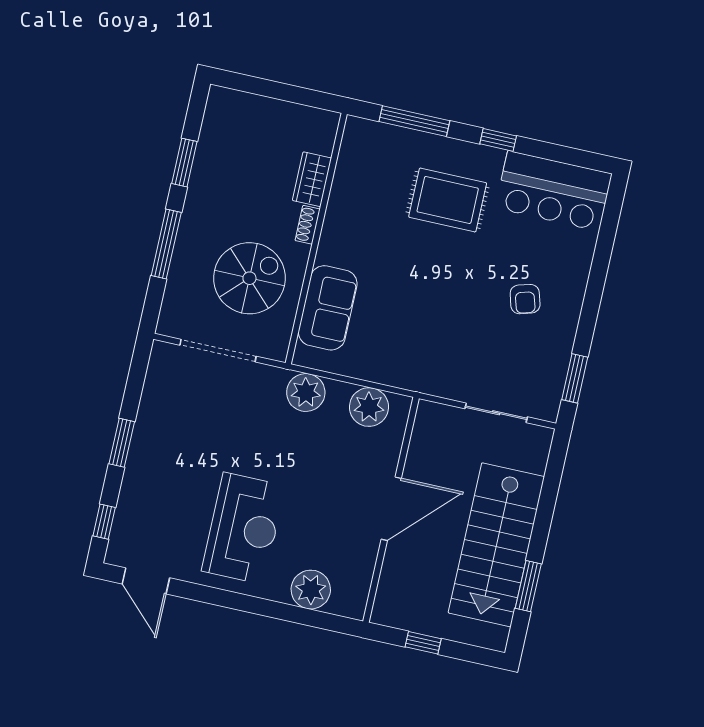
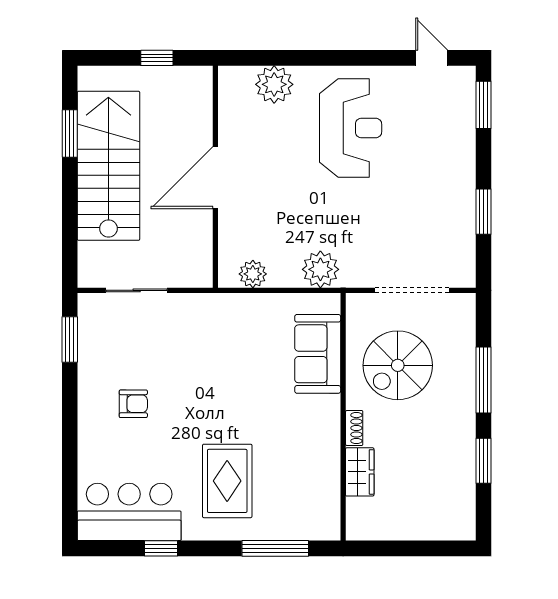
window: (498, 140) -> (161, 548), moved
rug: (448, 200) -> (227, 481), turned 90
armchair: (525, 299) -> (133, 404), turned 106
plant: (369, 407) -> (253, 274), width x0.73, depth x0.73
window: (122, 443) -> (484, 212), moved
window: (104, 522) -> (484, 105), width x1.50
reception desk: (244, 528) -> (351, 128), turned 180
door: (146, 581) -> (432, 58), width x0.73

